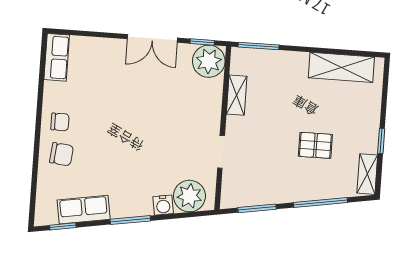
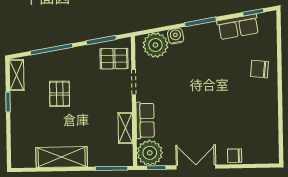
row of seats: (57, 57) -> (145, 120), moved, turned 180
shelving: (341, 67) -> (62, 157), moved
chair: (60, 122) -> (235, 156), moved
pallet: (315, 145) -> (60, 94), turned 90
pallet: (243, 184) -> (114, 59), added

